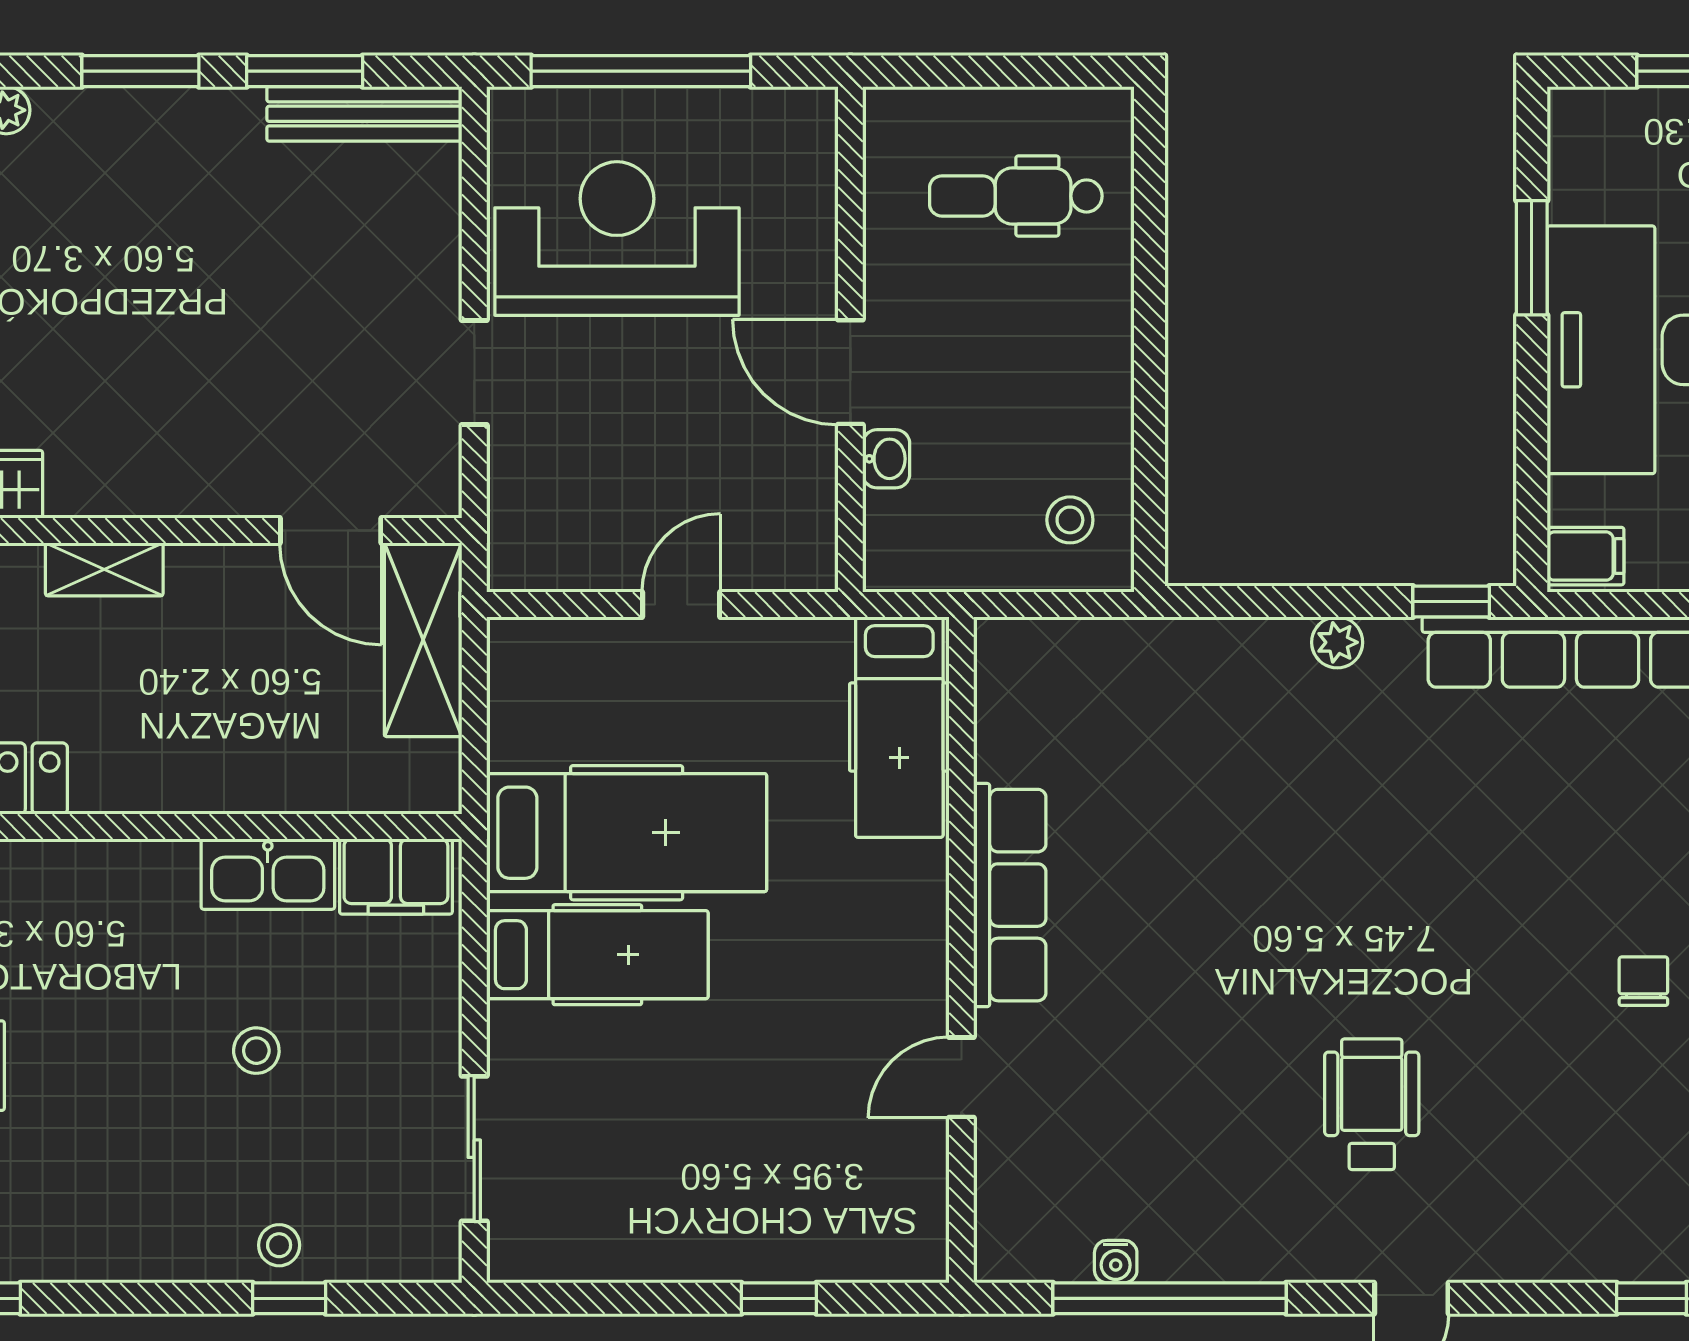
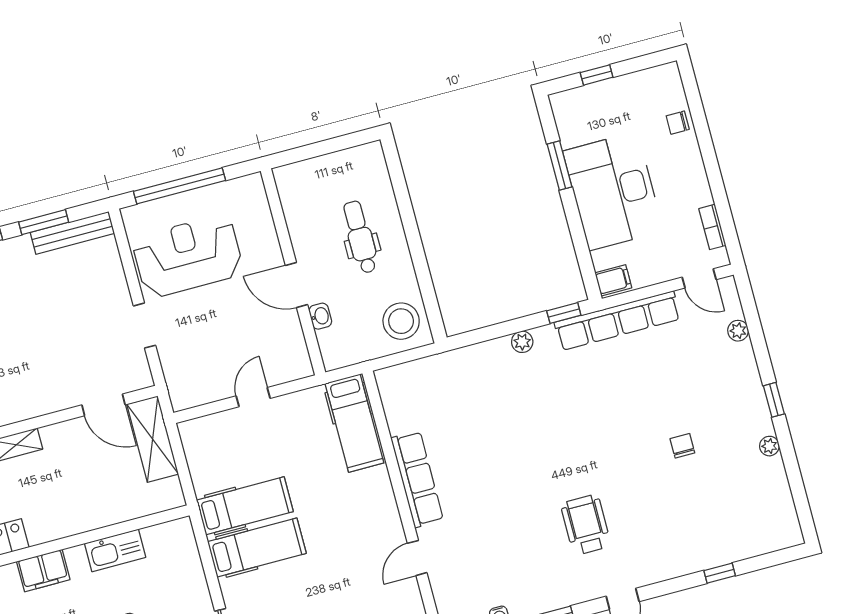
dental chair: (1016, 196) -> (360, 237), moved, turned 90
stool: (1070, 520) -> (401, 321), width x1.89, depth x1.89
hospital bed: (627, 833) -> (245, 506), width x0.73, depth x0.78
filing cabinet: (396, 876) -> (43, 571), moved

